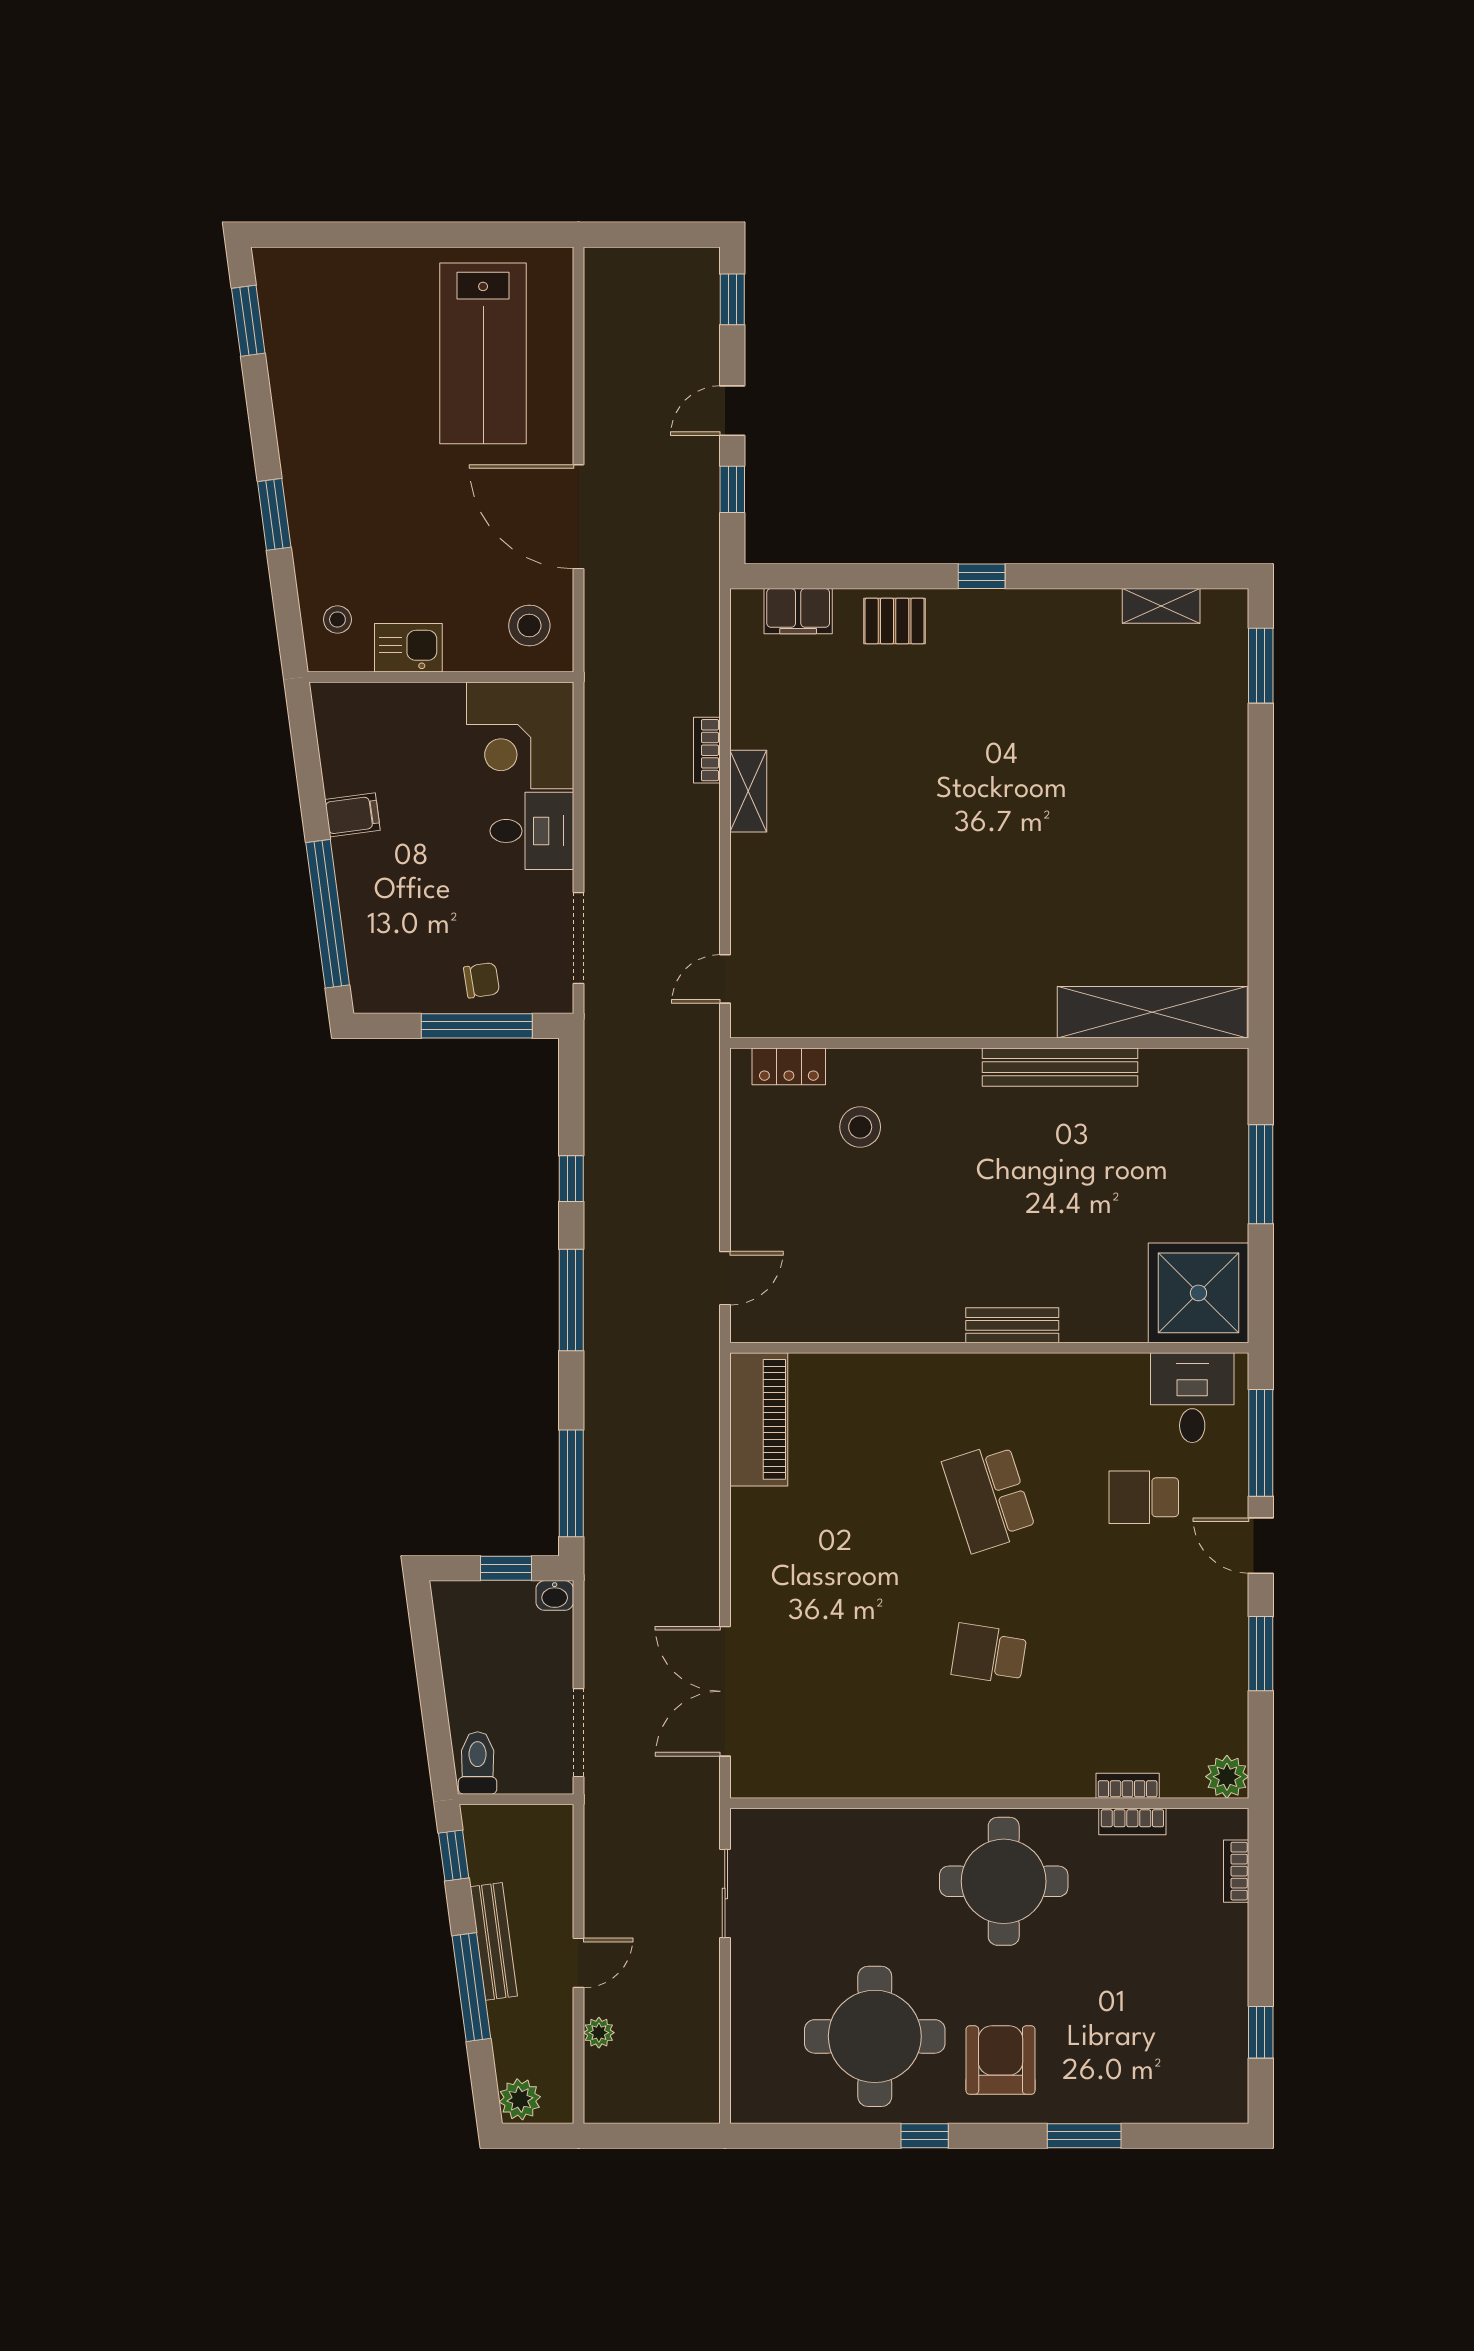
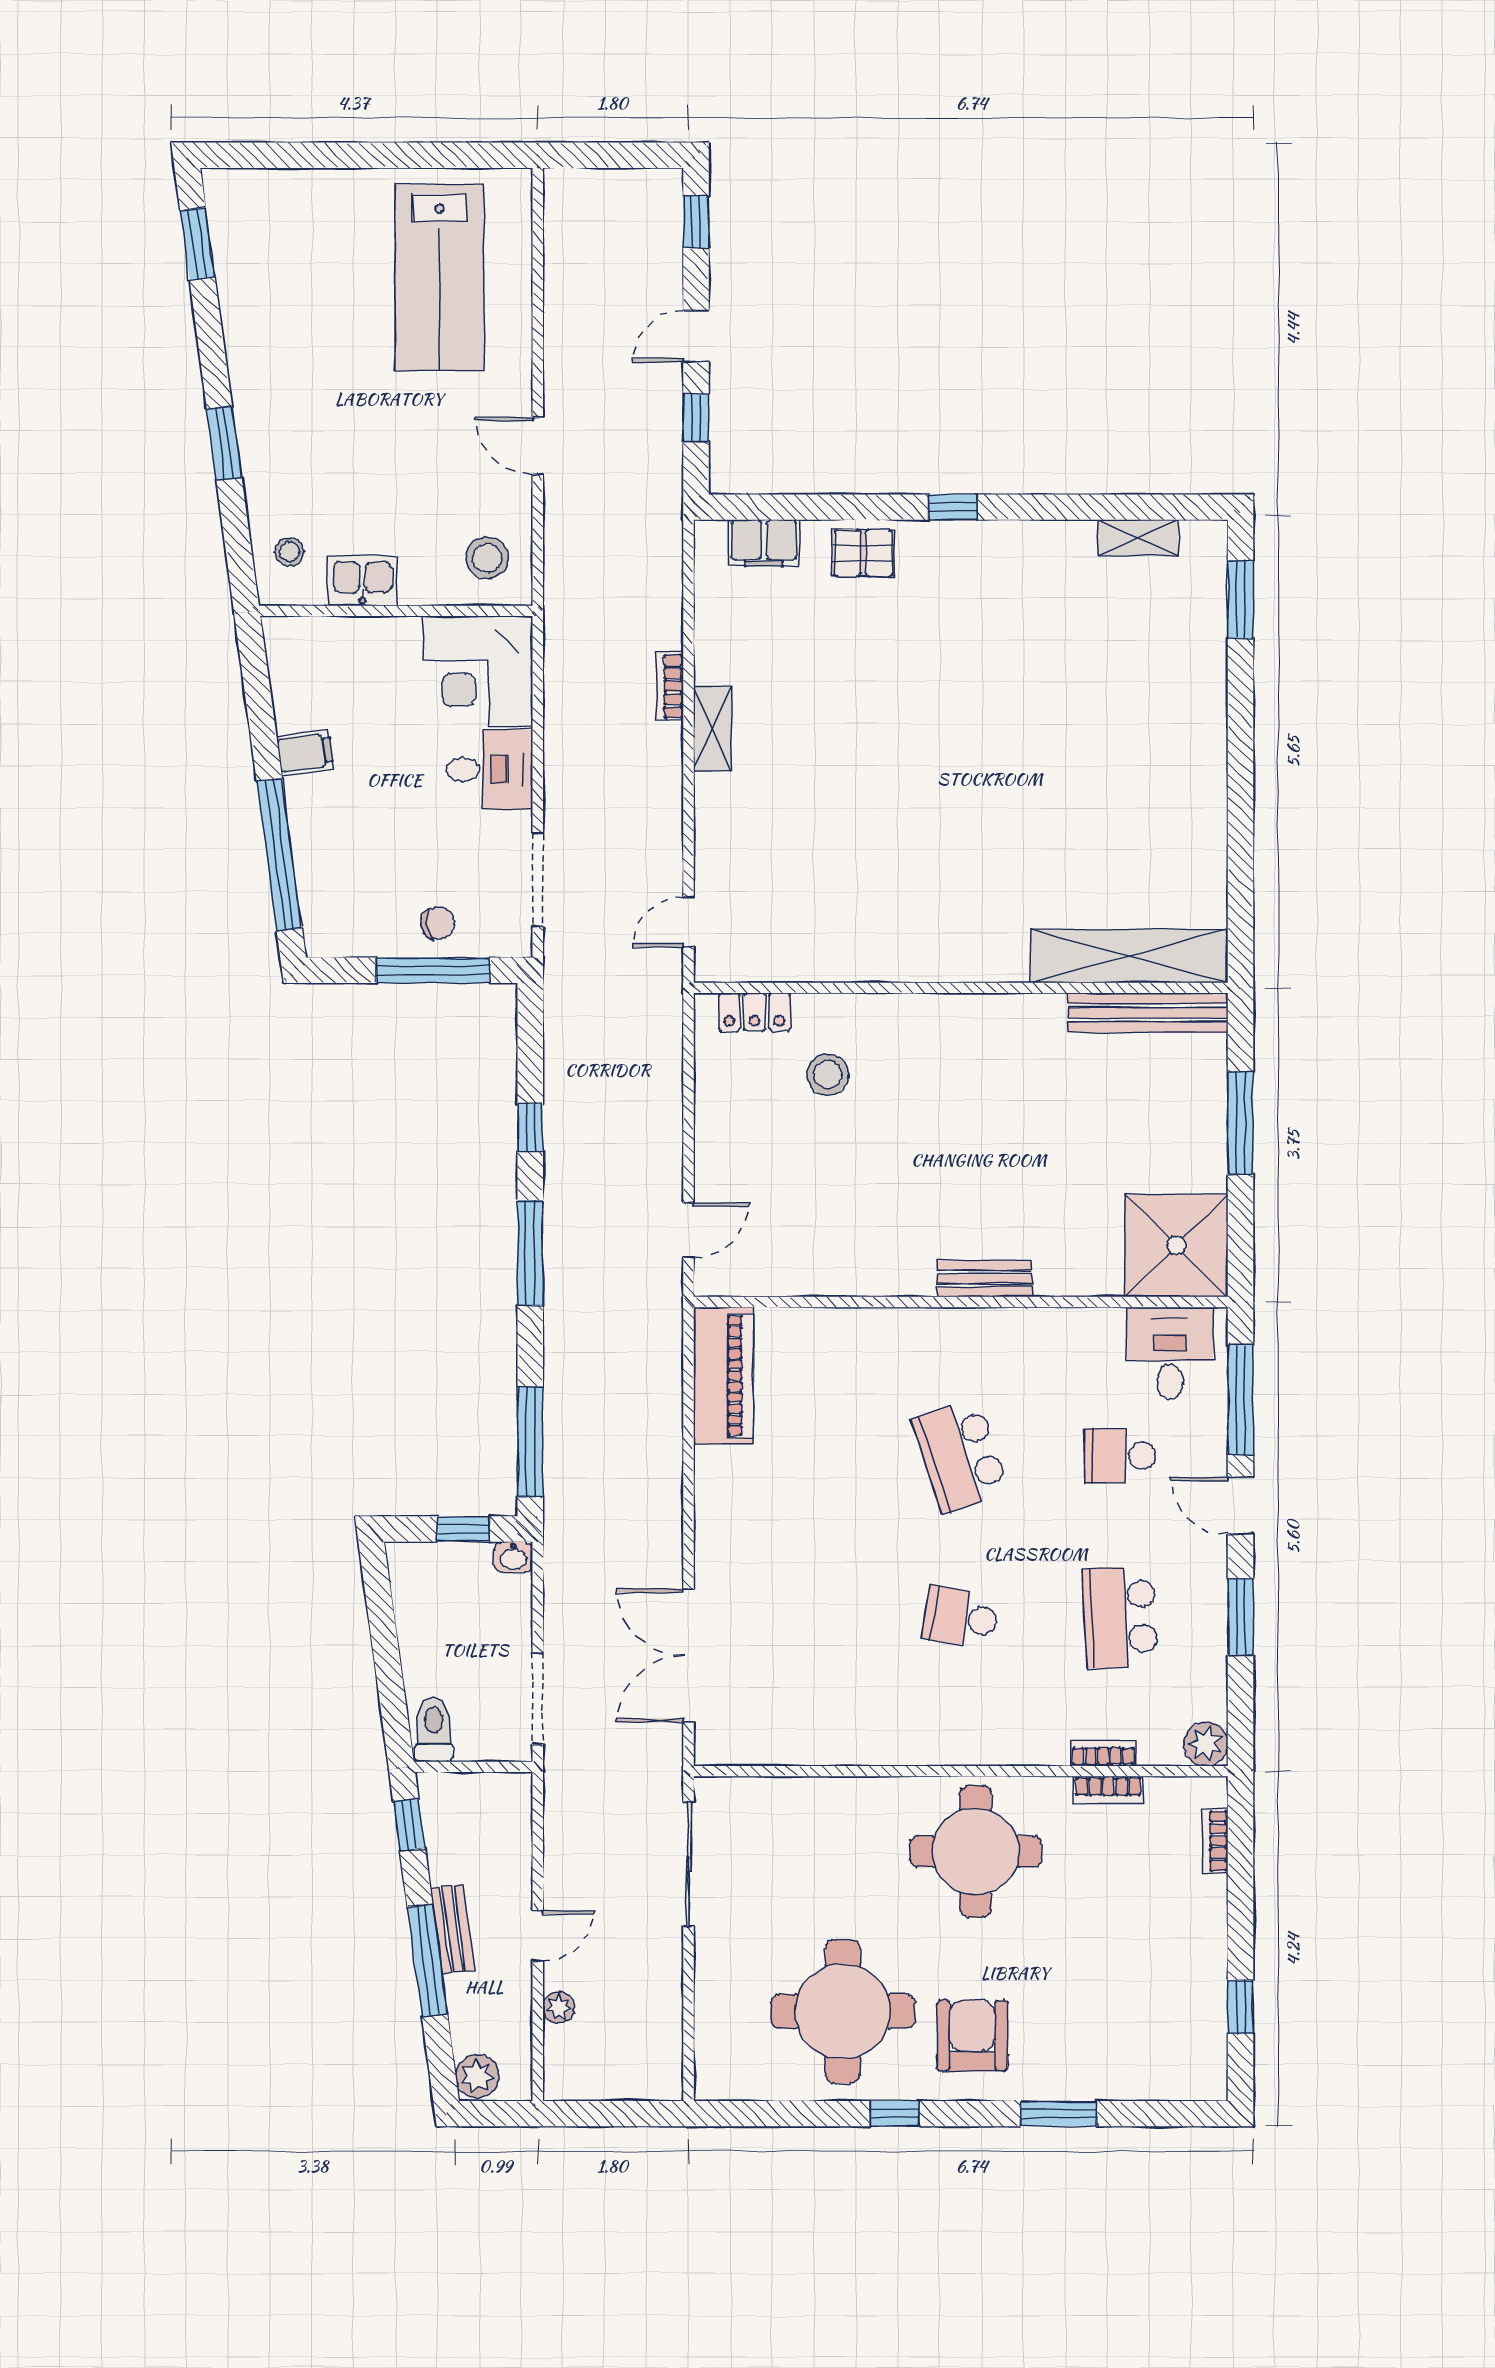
door: (579, 517) -> (538, 446), width x0.53
bench: (1060, 1067) -> (1148, 1013), moved
school desk: (1144, 1654) -> (1120, 1617), added
sliding door: (725, 1894) -> (689, 1864), width x1.37
bench: (494, 1941) -> (453, 1929), width x0.73

